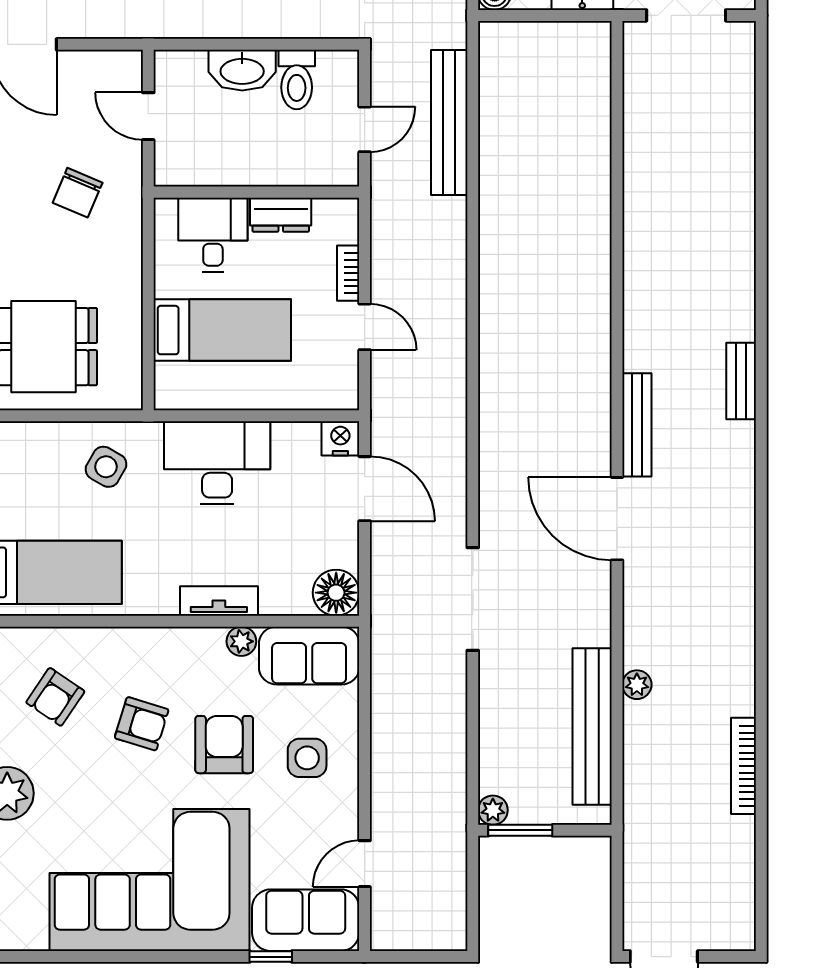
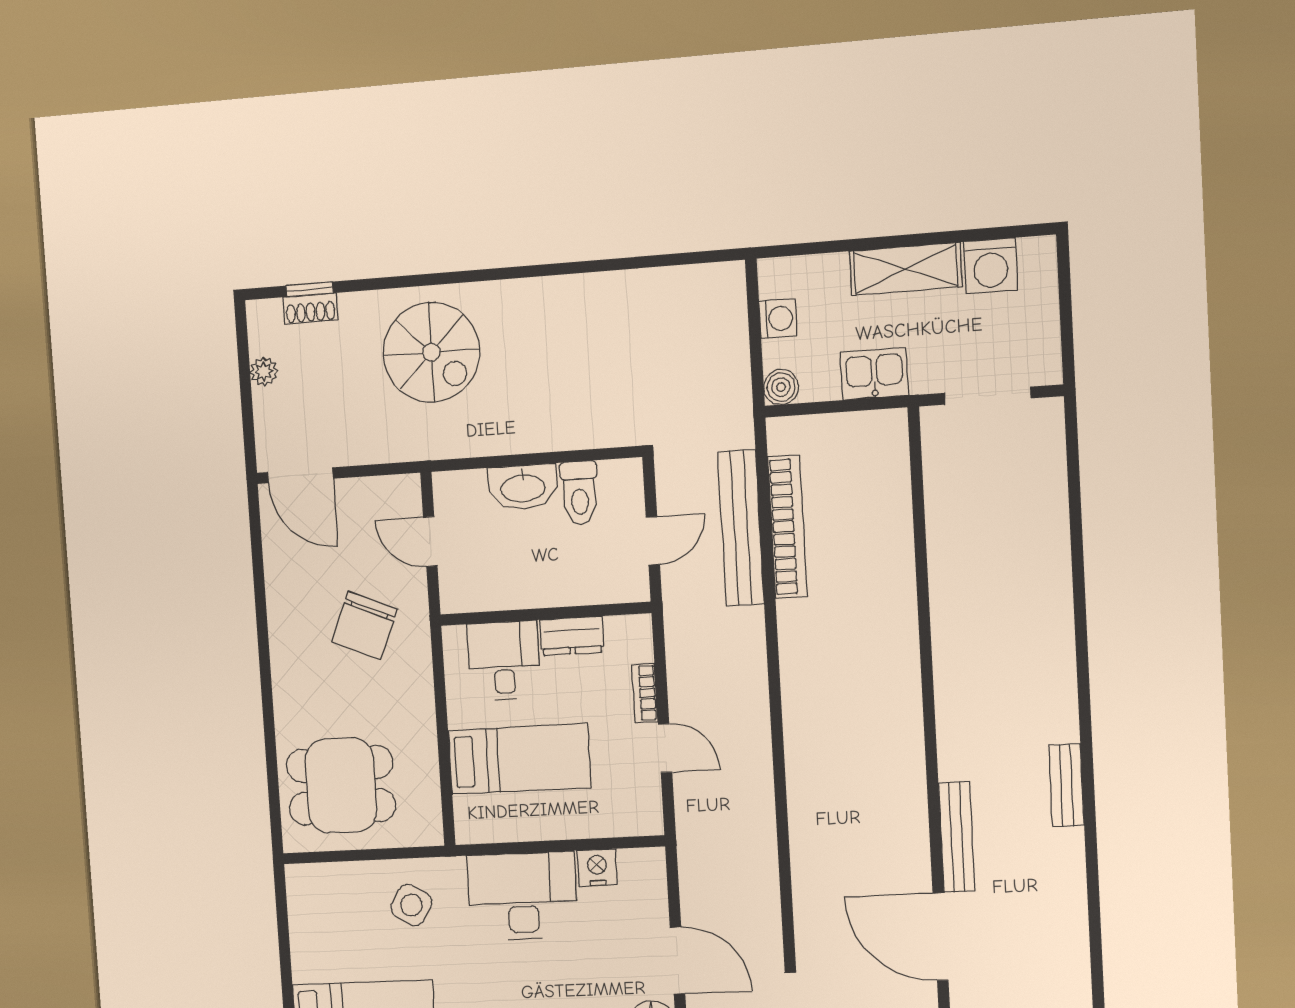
bookcase: (493, 124) -> (787, 527), added
chair: (78, 193) -> (364, 625), width x1.37, depth x1.37
nightstand: (340, 438) -> (597, 868), moved
door: (365, 489) -> (677, 961), moved

